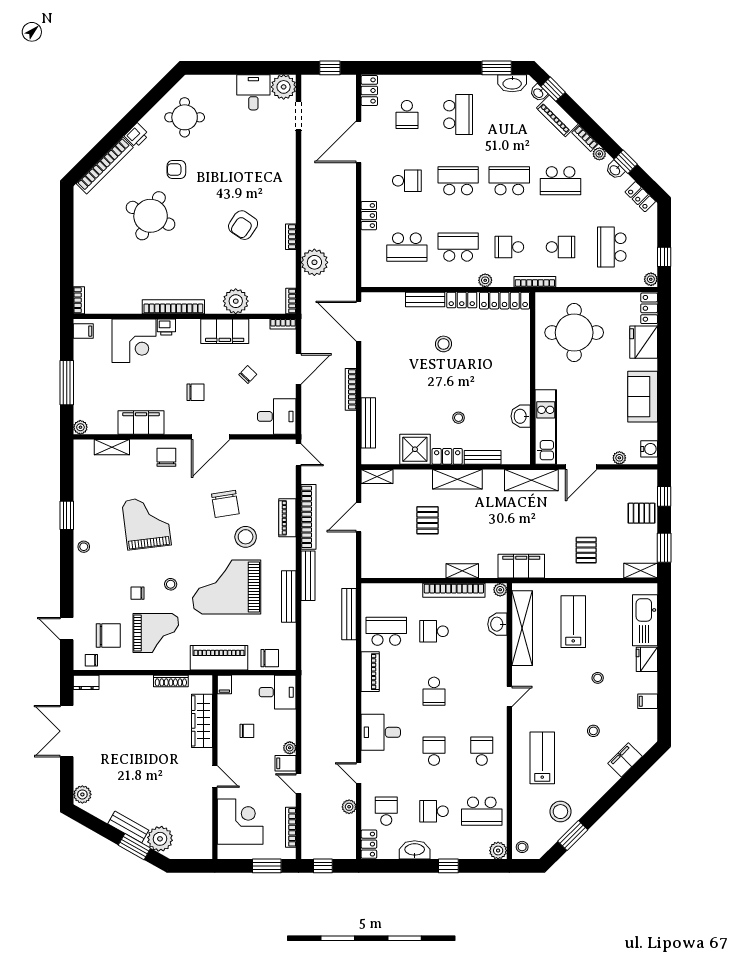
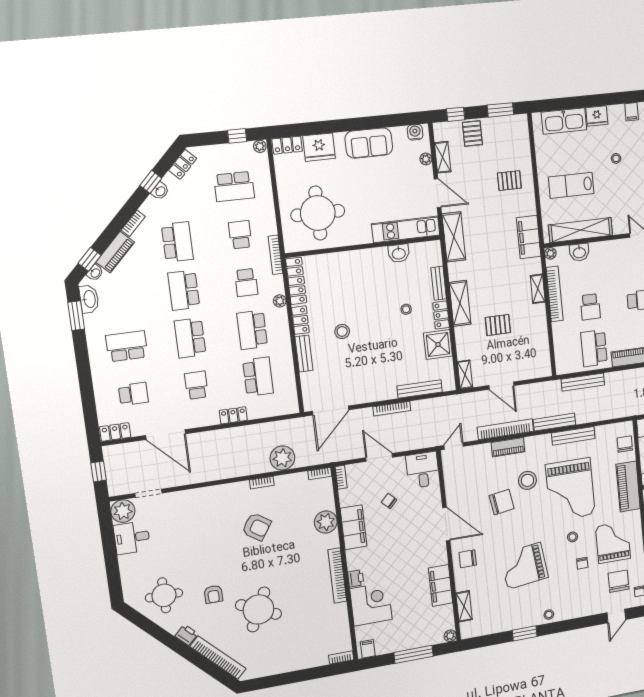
plant: (599, 154) -> (147, 208), removed
chair: (195, 392) -> (410, 544), removed
shelving: (641, 571) -> (443, 157), moved

